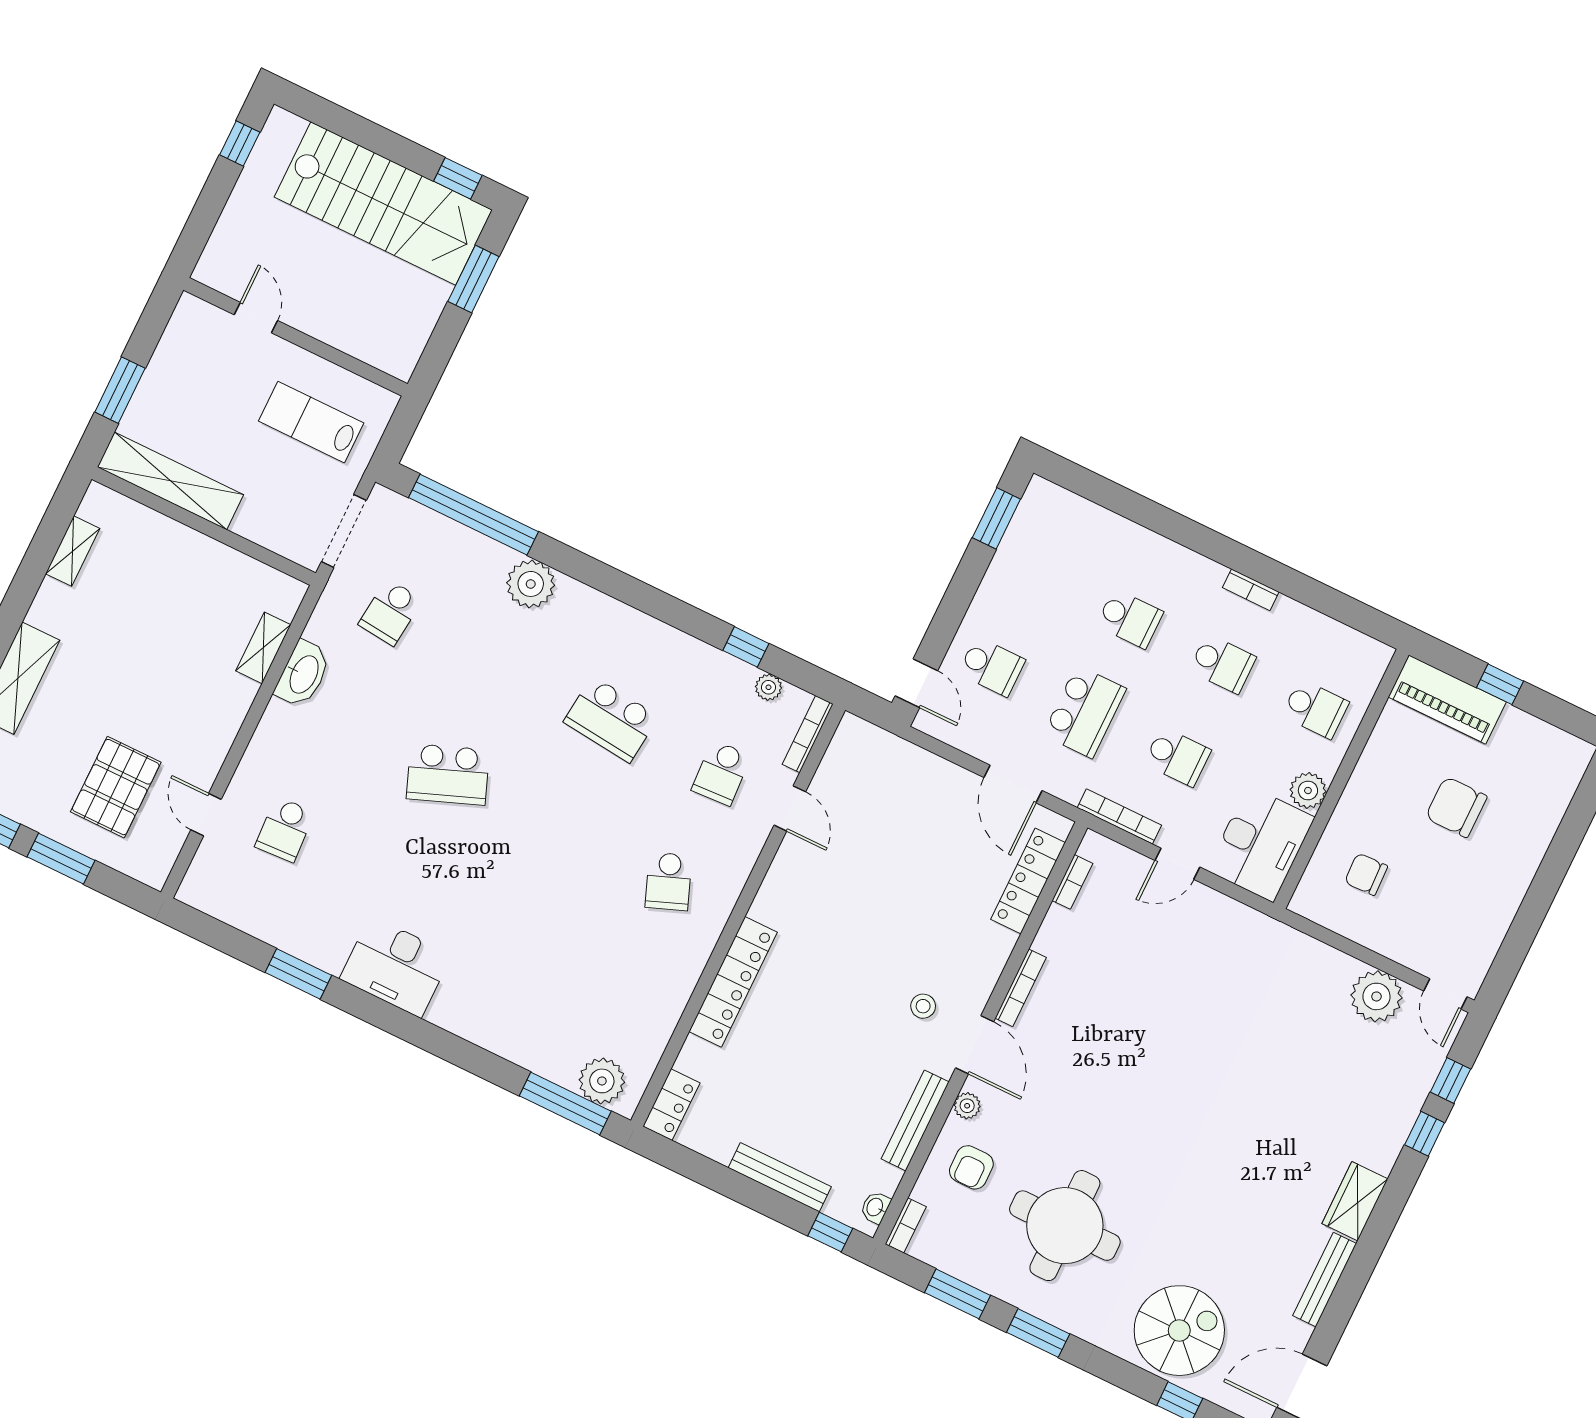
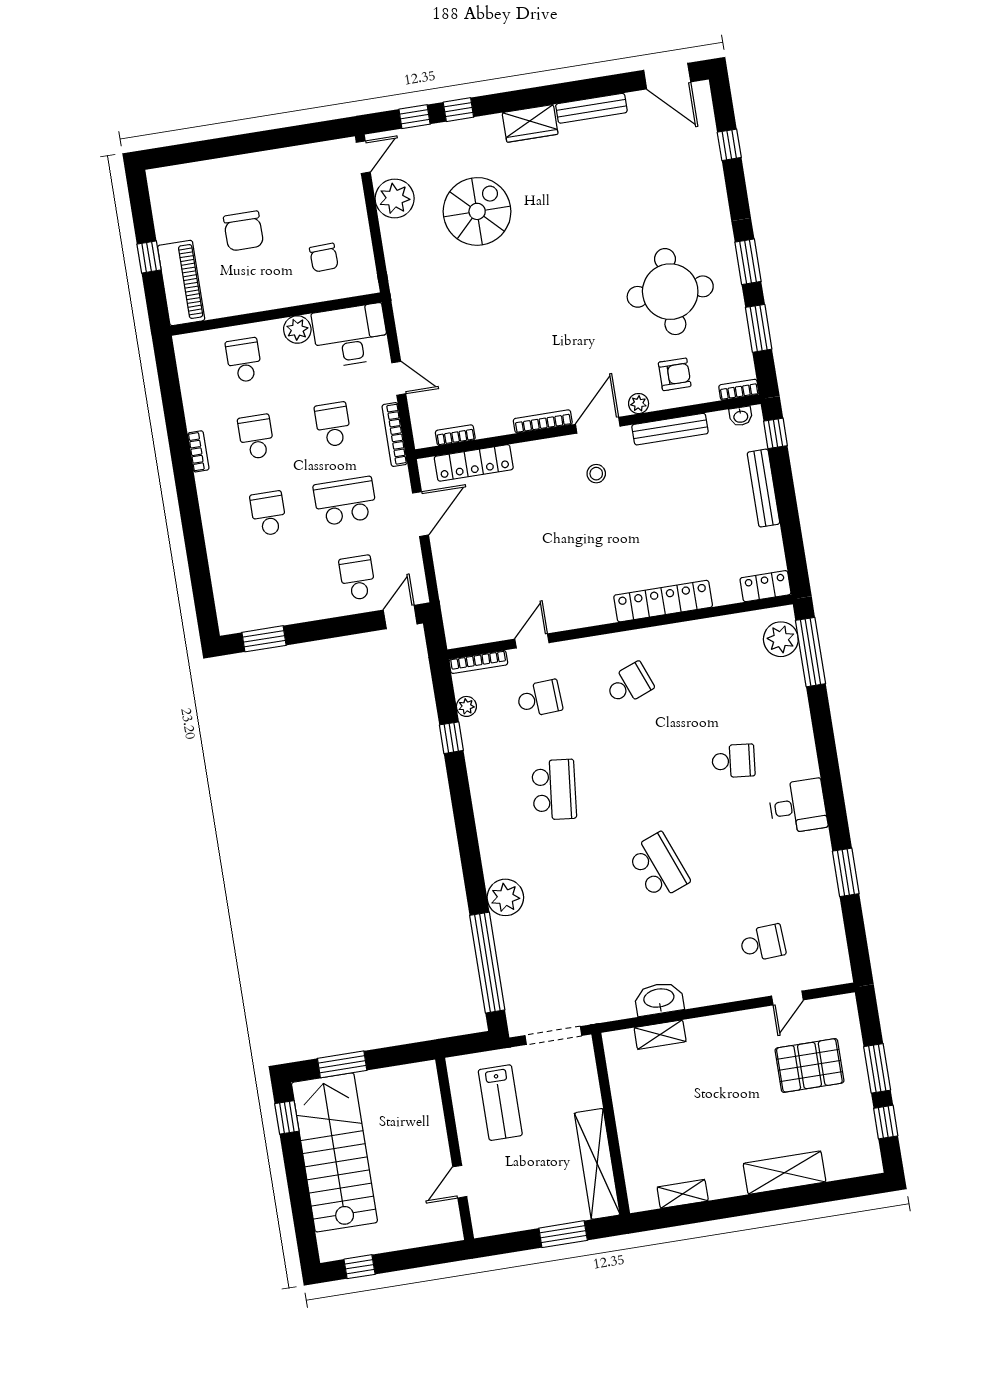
school desk: (390, 612) -> (733, 761), moved
desk: (396, 967) -> (798, 806), width x0.73
spiral stairs: (1179, 1331) -> (477, 211), moved, turned 90

